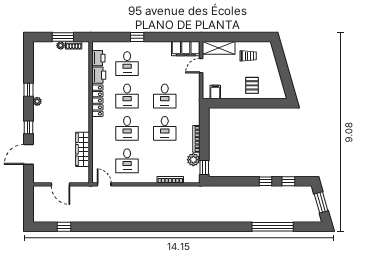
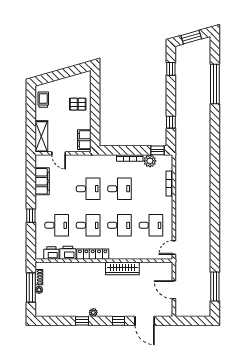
window: (63, 37) -> (31, 287), width x1.44
filing cabinet: (186, 49) -> (42, 181), moved
trolley: (248, 56) -> (43, 100), moved
filing cabinet: (215, 92) -> (84, 140), width x2.00
wardrobe: (83, 149) -> (122, 268), moved
window: (266, 181) -> (171, 122), moved
door: (60, 184) -> (174, 290), swing flipped
window: (64, 227) -> (215, 286), width x2.17

